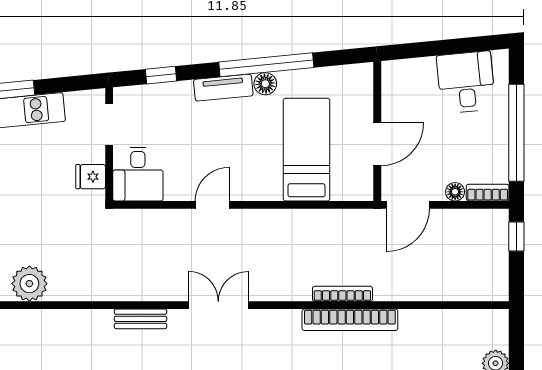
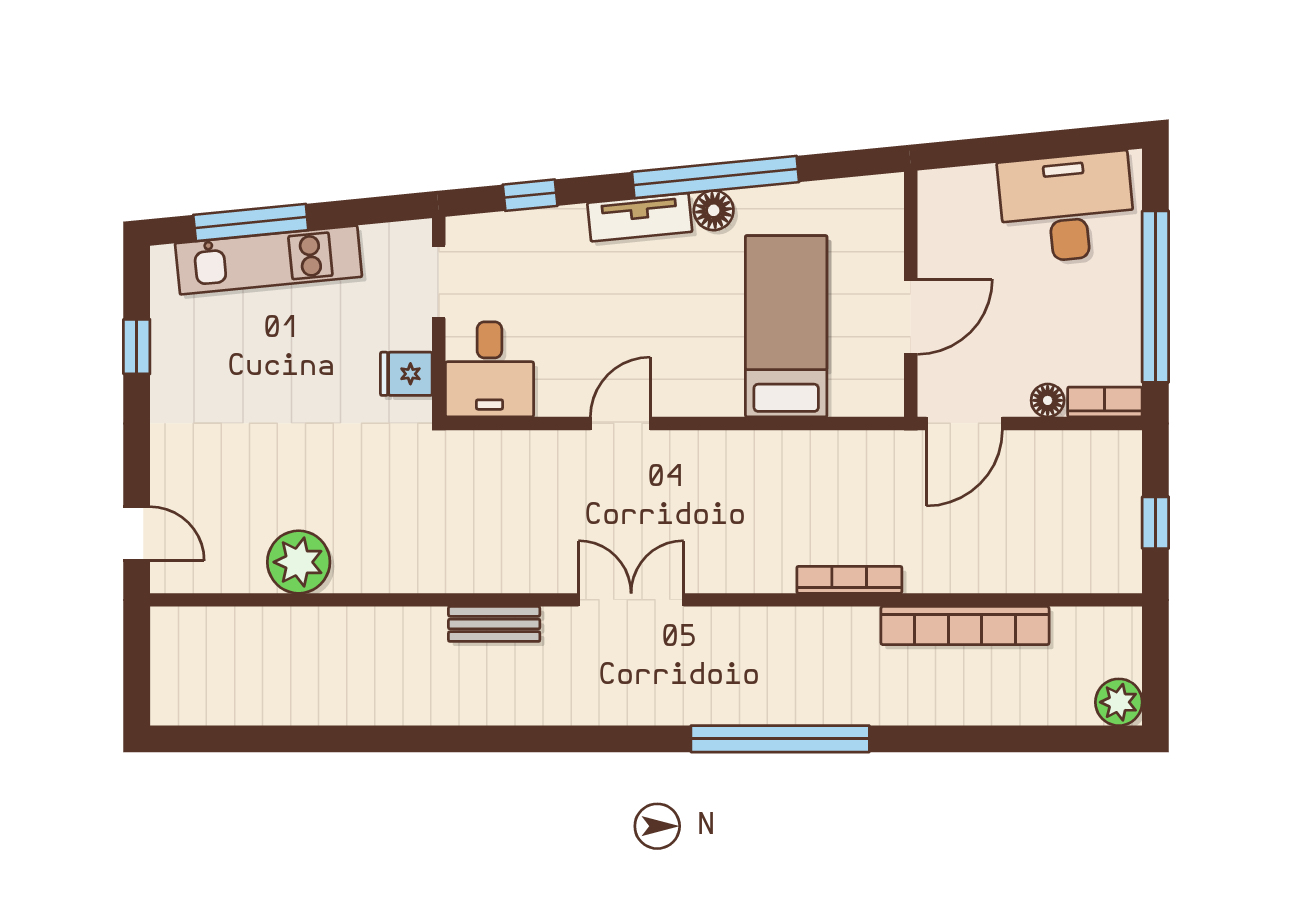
desk: (466, 82) -> (1067, 208), width x1.37
window: (516, 237) -> (1155, 523), moved
bookcase: (350, 320) -> (965, 626), moved

